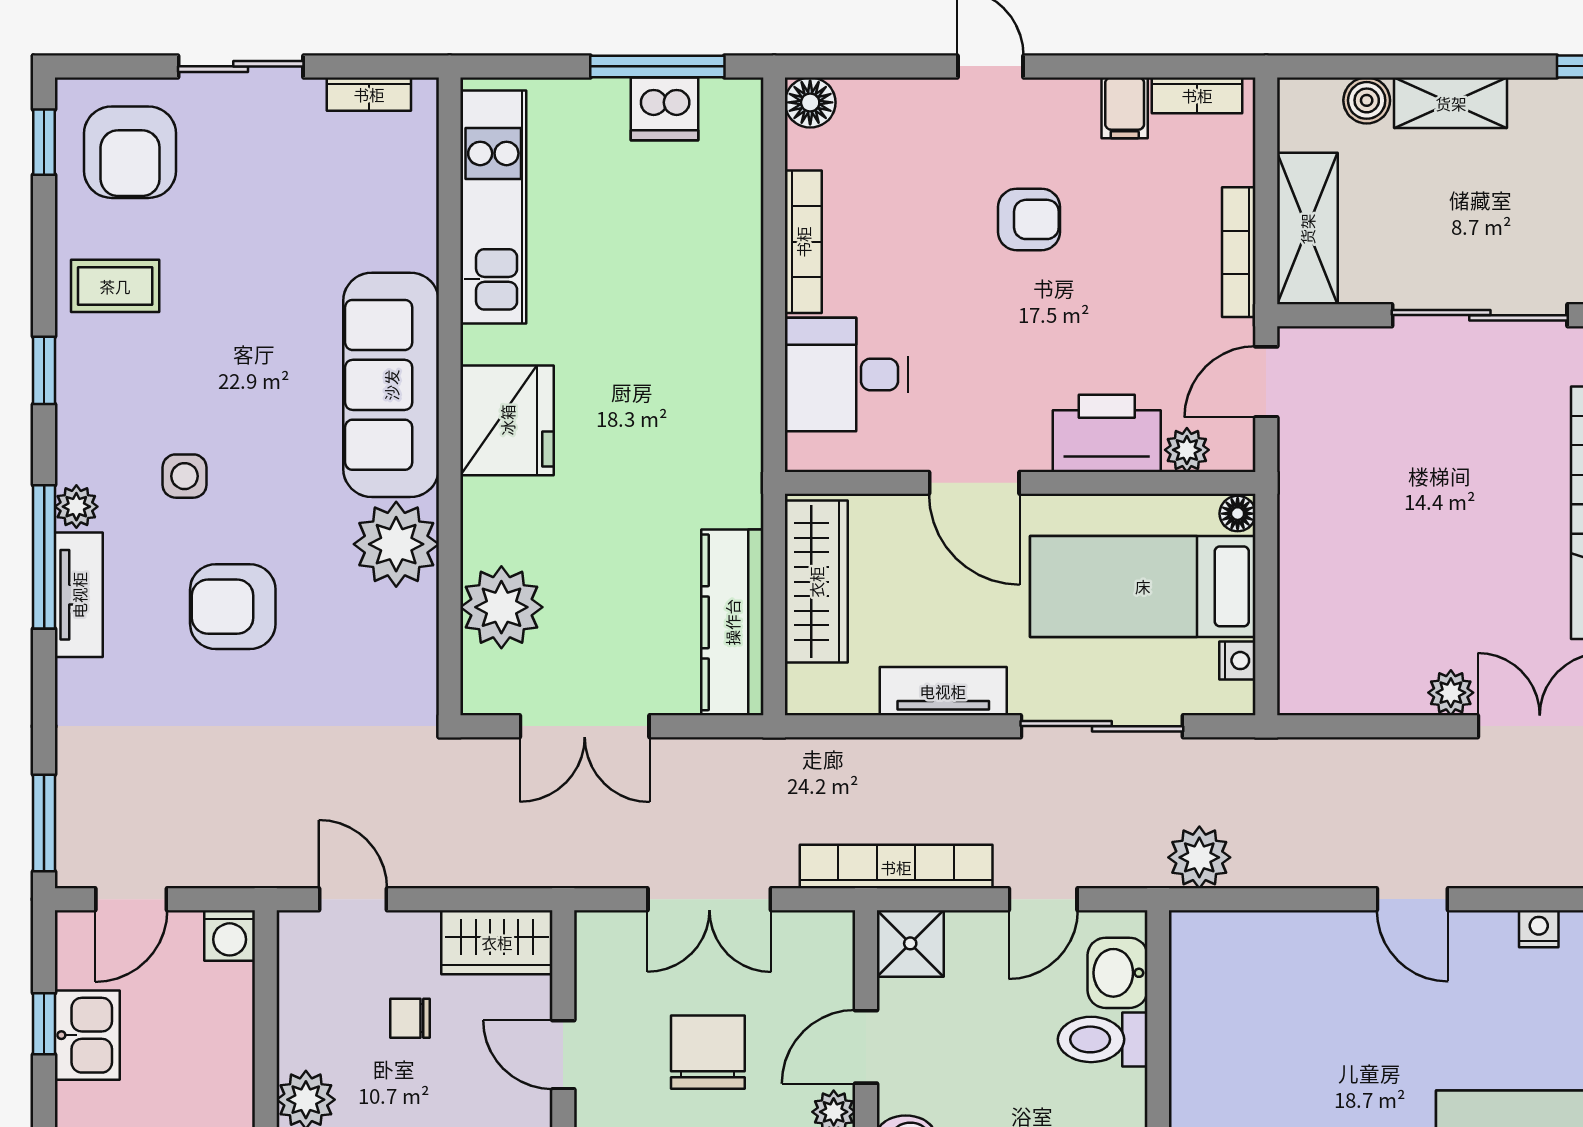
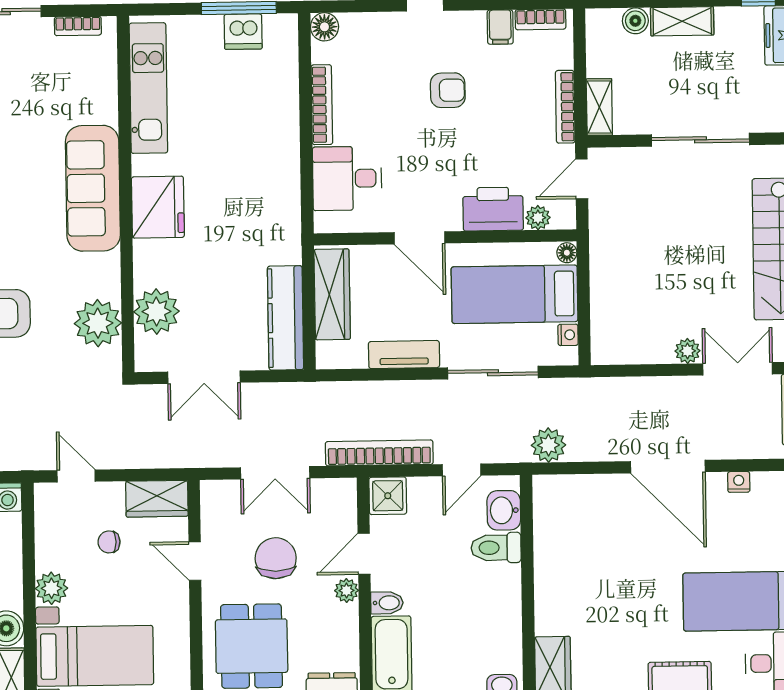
shelving: (1307, 229) -> (599, 107), width x0.67, depth x0.75
plant: (396, 544) -> (98, 323), moved
door: (1412, 899) -> (668, 467), width x1.88

